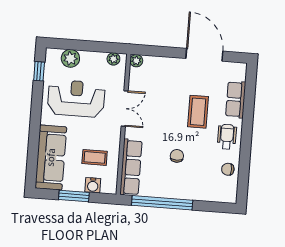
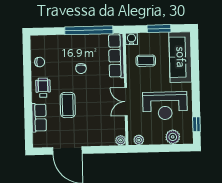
wheelchair: (227, 137) -> (43, 88), turned 180
water cooler: (93, 185) -> (131, 39), moved

